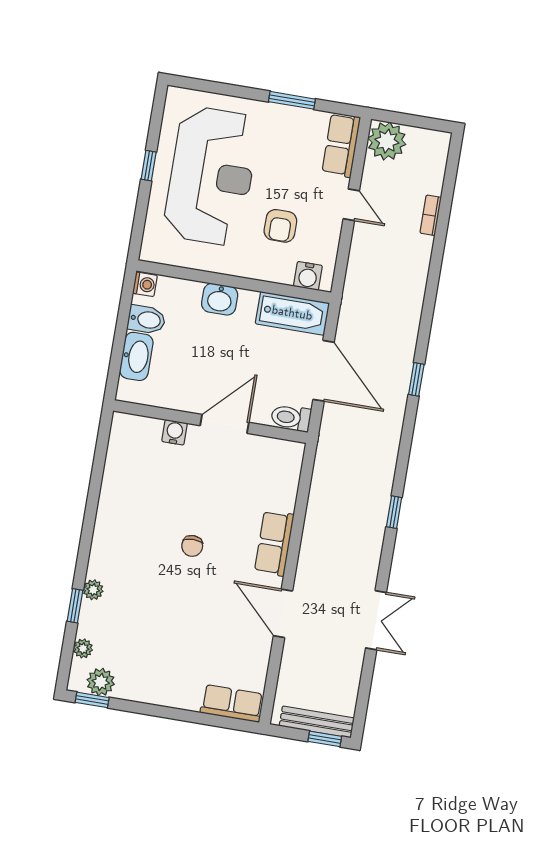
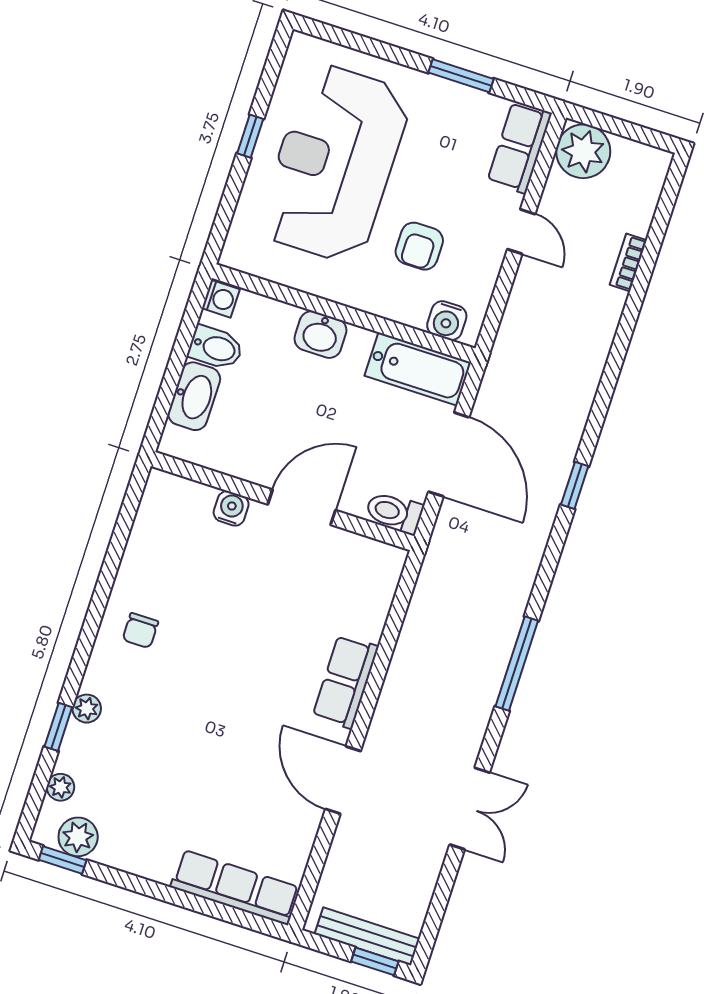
reception desk: (211, 176) -> (334, 163), turned 180
window: (394, 512) -> (517, 664), width x2.17
chair: (192, 546) -> (140, 631), moved
row of seats: (232, 703) -> (235, 887), width x1.48

